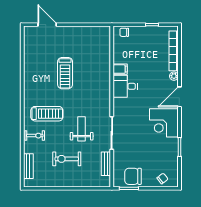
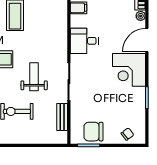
desk: (125, 86) -> (84, 41), moved

